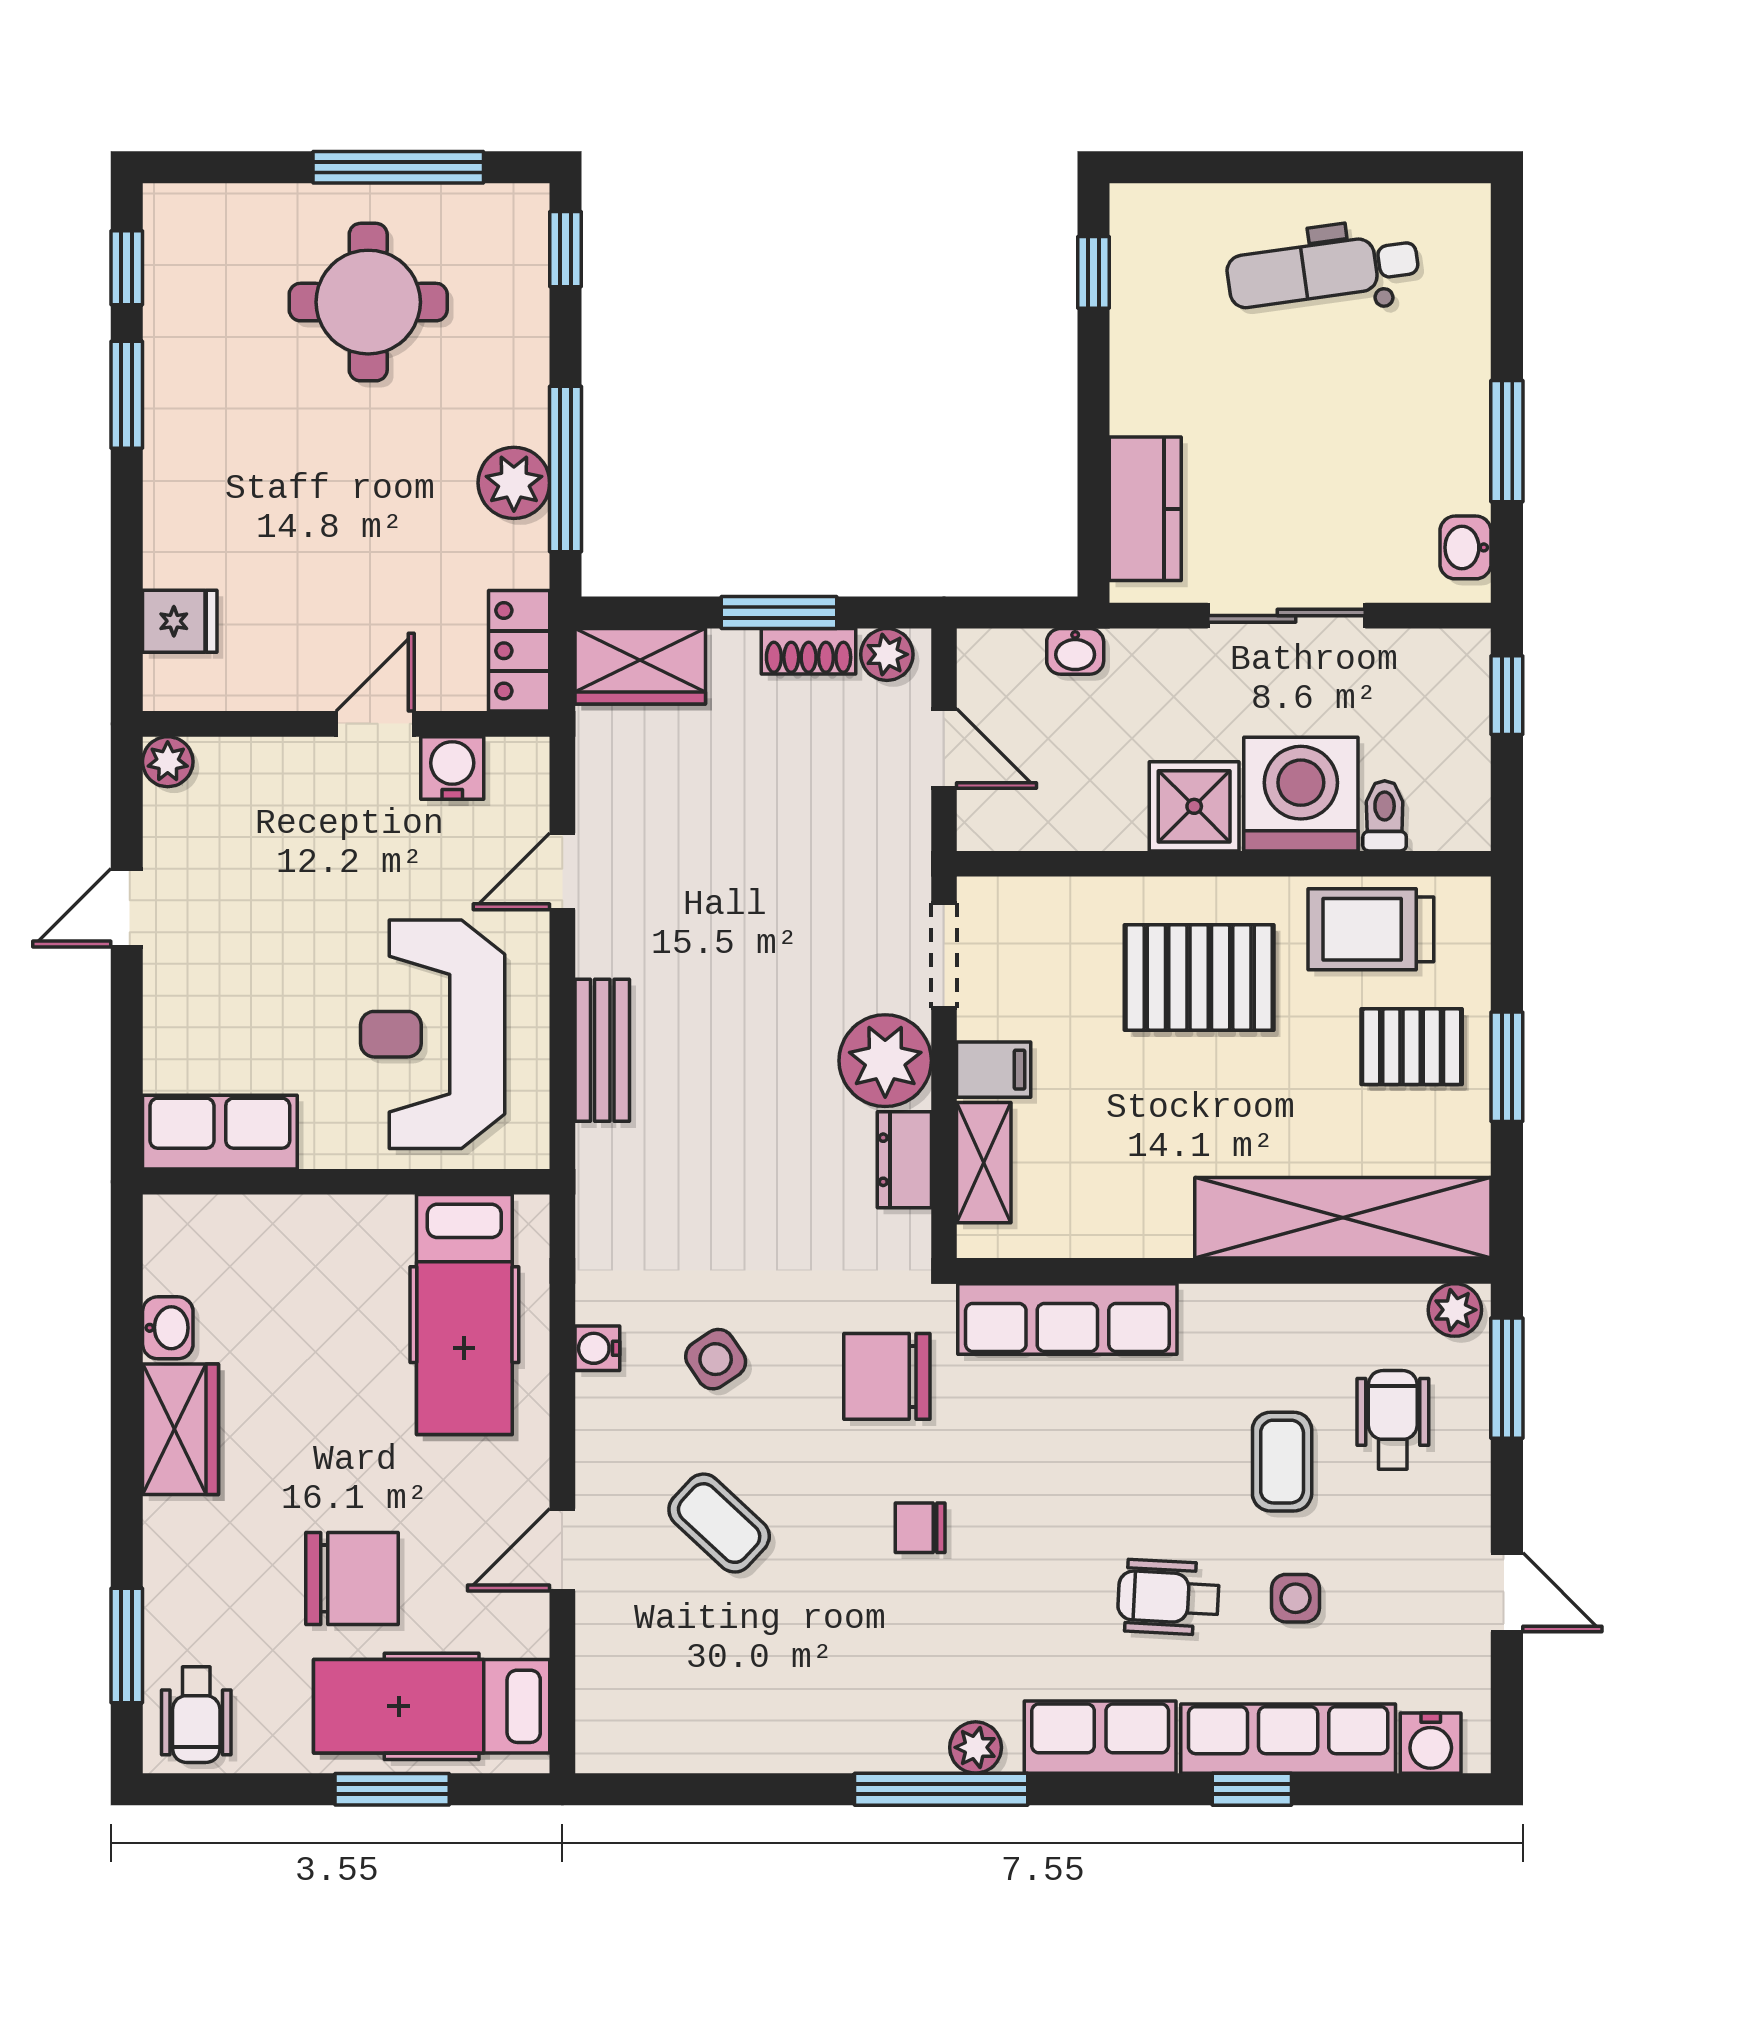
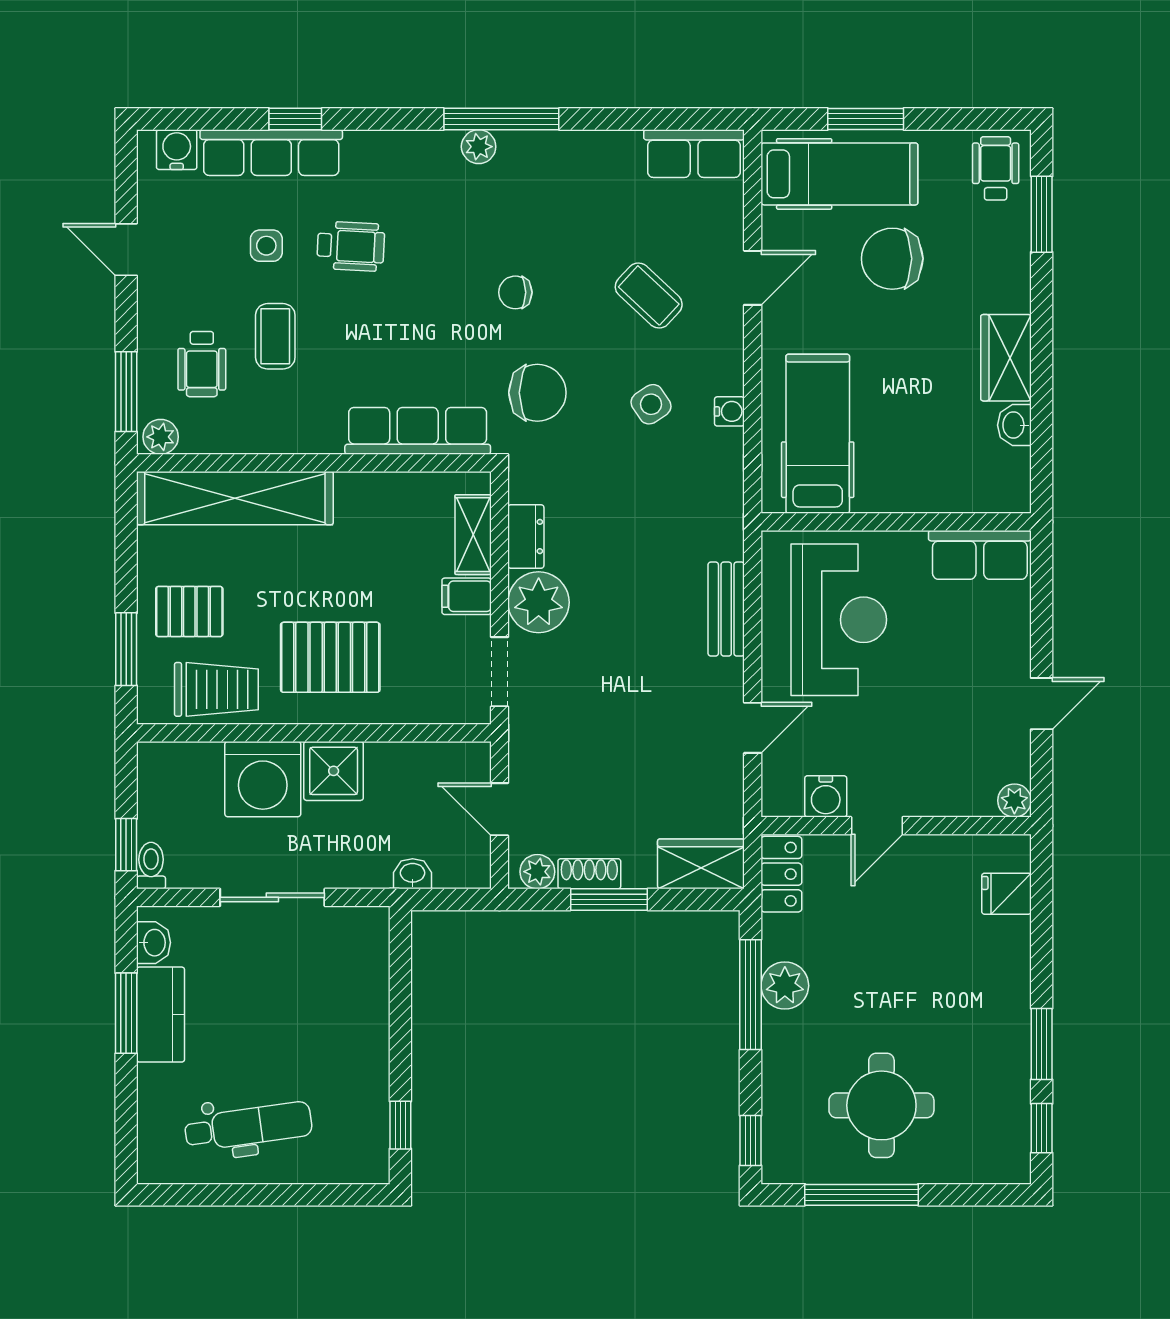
kitchen counter: (1145, 509) -> (161, 1015), moved, turned 180
toilet: (1385, 816) -> (151, 866), moved, turned 180
window: (1507, 1067) -> (126, 649), moved
chair: (920, 1528) -> (515, 292), turned 180
row of seats: (1100, 1737) -> (694, 154), moved

